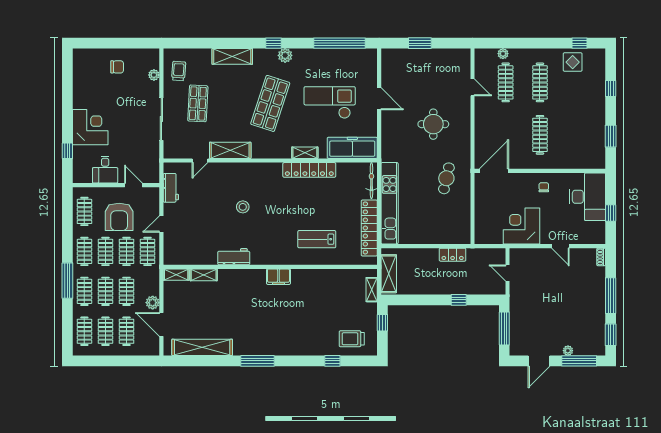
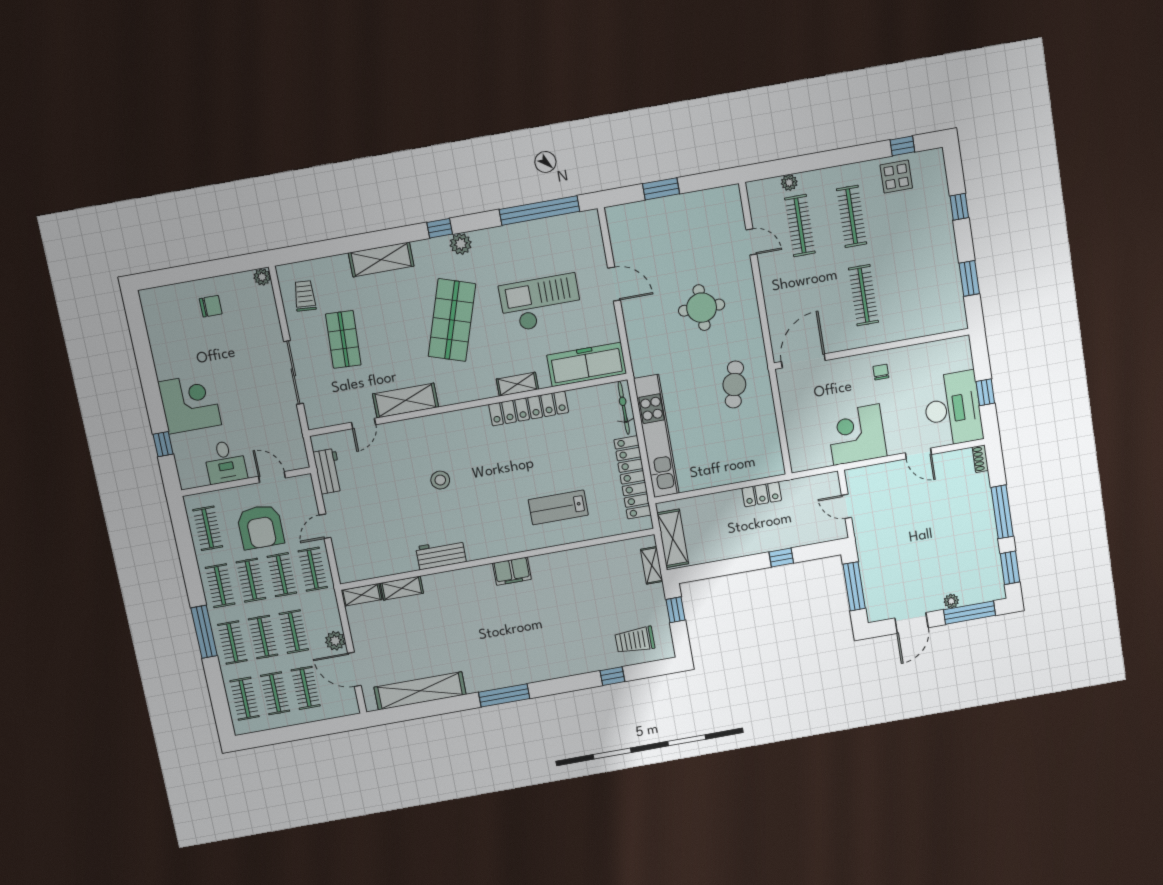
plant: (154, 75) -> (262, 277), moved
desk: (588, 197) -> (953, 409), moved

